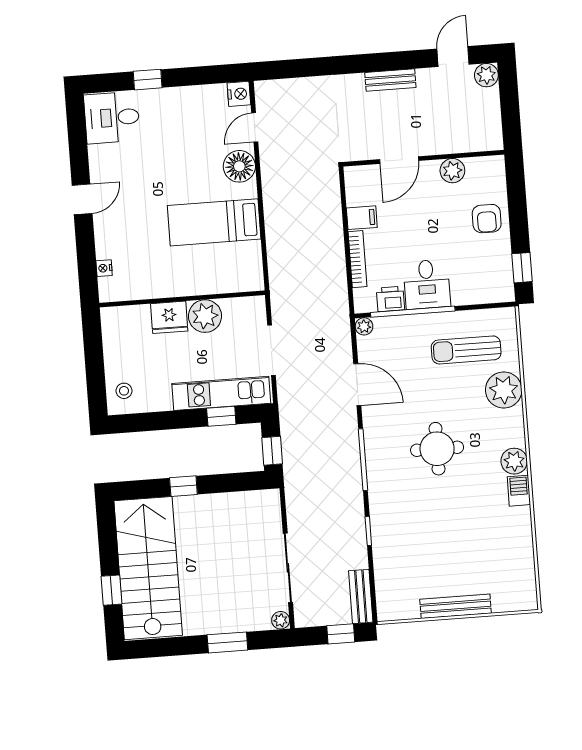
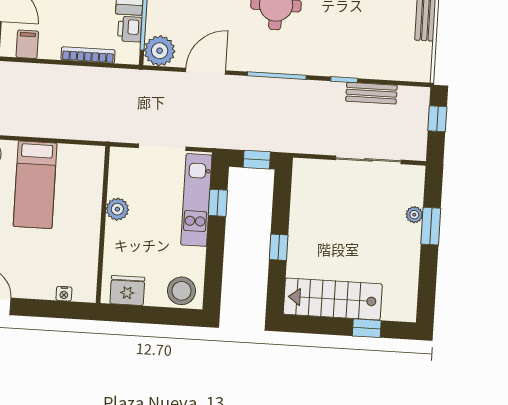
filing cabinet: (362, 218) -> (27, 44), moved
plant: (205, 316) -> (117, 209), width x0.73, depth x0.73
fridge: (169, 317) -> (127, 290), moved, turned -90
plant: (364, 326) -> (160, 51), width x1.87, depth x1.87
stool: (124, 391) -> (181, 291), width x1.89, depth x1.89
stairs: (148, 568) -> (333, 299), width x0.73, depth x0.66
bench: (361, 596) -> (371, 93), moved
plant: (281, 620) -> (414, 215), moved

